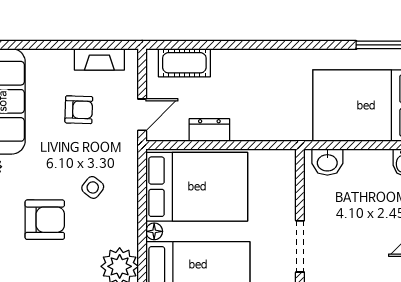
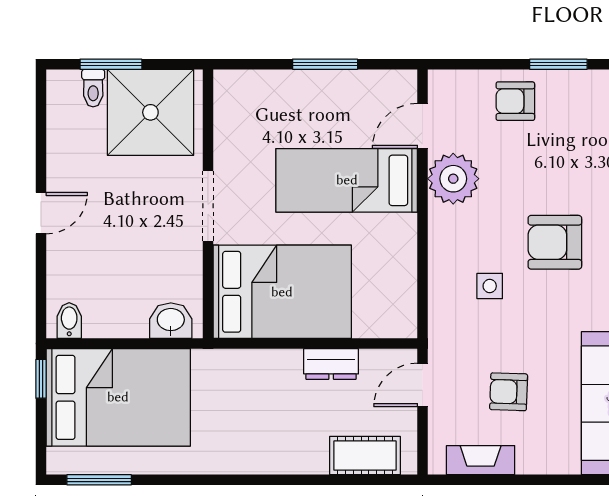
side table: (93, 187) -> (490, 286), turned -38
bed: (197, 187) -> (282, 292), moved, turned 180
floor lamp: (154, 231) -> (406, 226), removed

